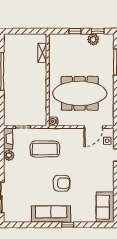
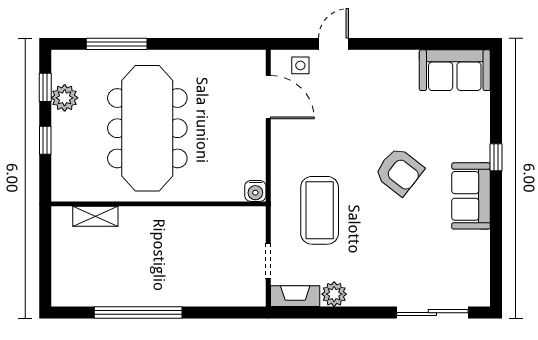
meeting table: (80, 93) -> (147, 128), moved
armchair: (62, 183) -> (399, 171), turned 128
sofa: (51, 214) -> (471, 196), width x0.73

